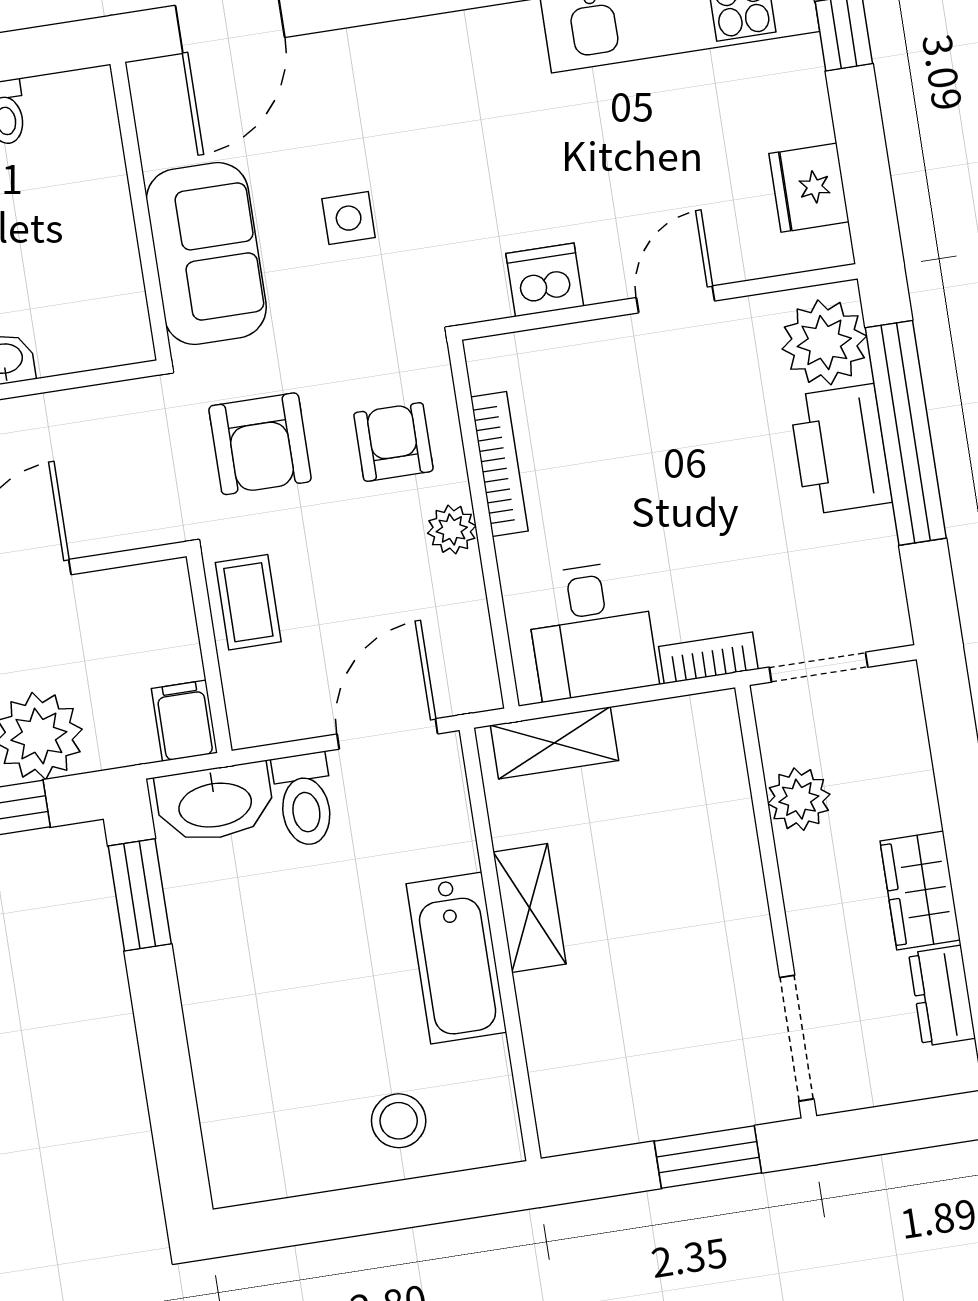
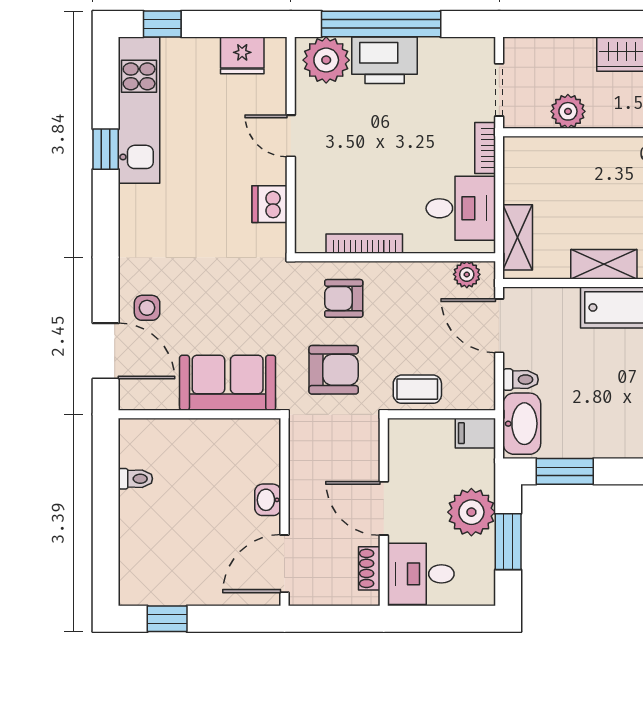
side table: (349, 218) -> (147, 308), moved
plant: (452, 529) -> (467, 274), moved
toilet: (304, 800) -> (521, 380), width x0.73, depth x0.72

